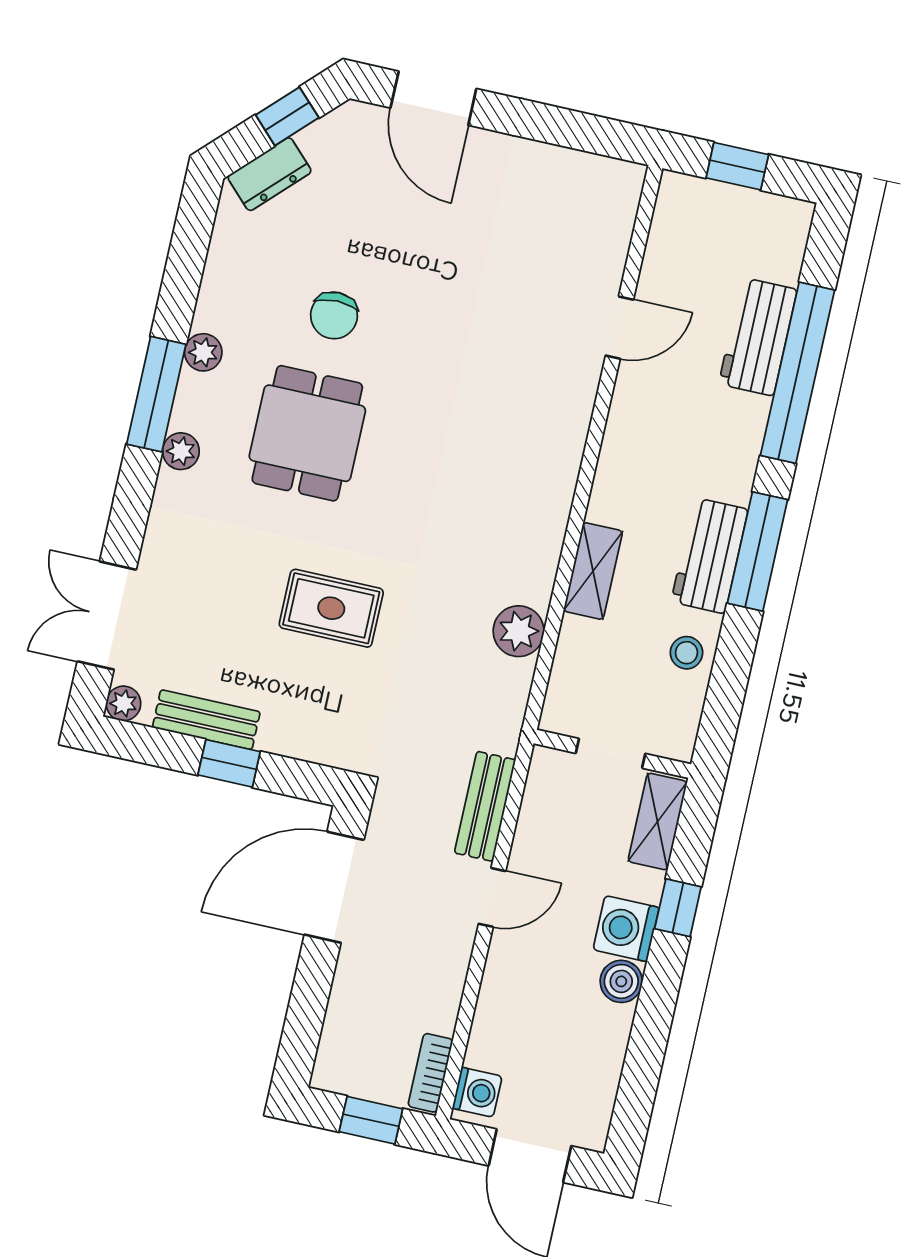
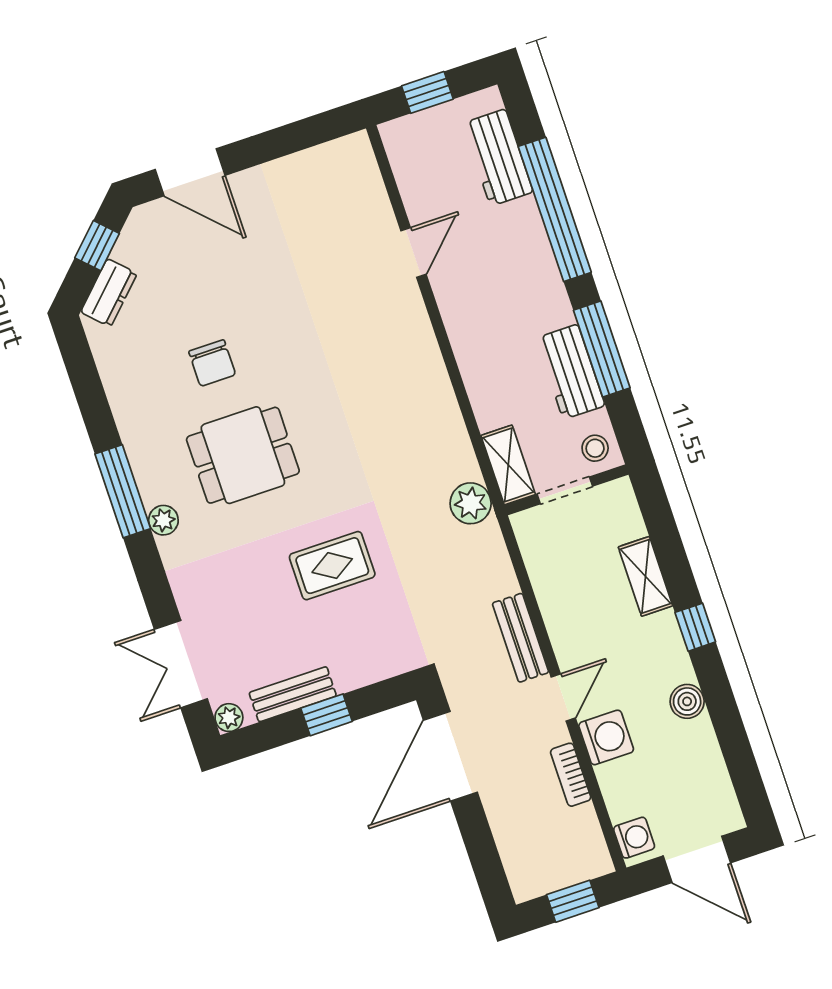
workbench: (758, 337) -> (498, 158), moved
plant: (203, 352) -> (138, 443), removed
dining table: (307, 433) -> (243, 455), turned 90
shelving: (593, 571) -> (508, 465), moved
doorway: (611, 753) -> (565, 490), moved
wall: (612, 754) -> (566, 490), moved
washing machine: (626, 929) -> (606, 737), moved, turned 180
bookcase: (430, 1073) -> (571, 775), moved

